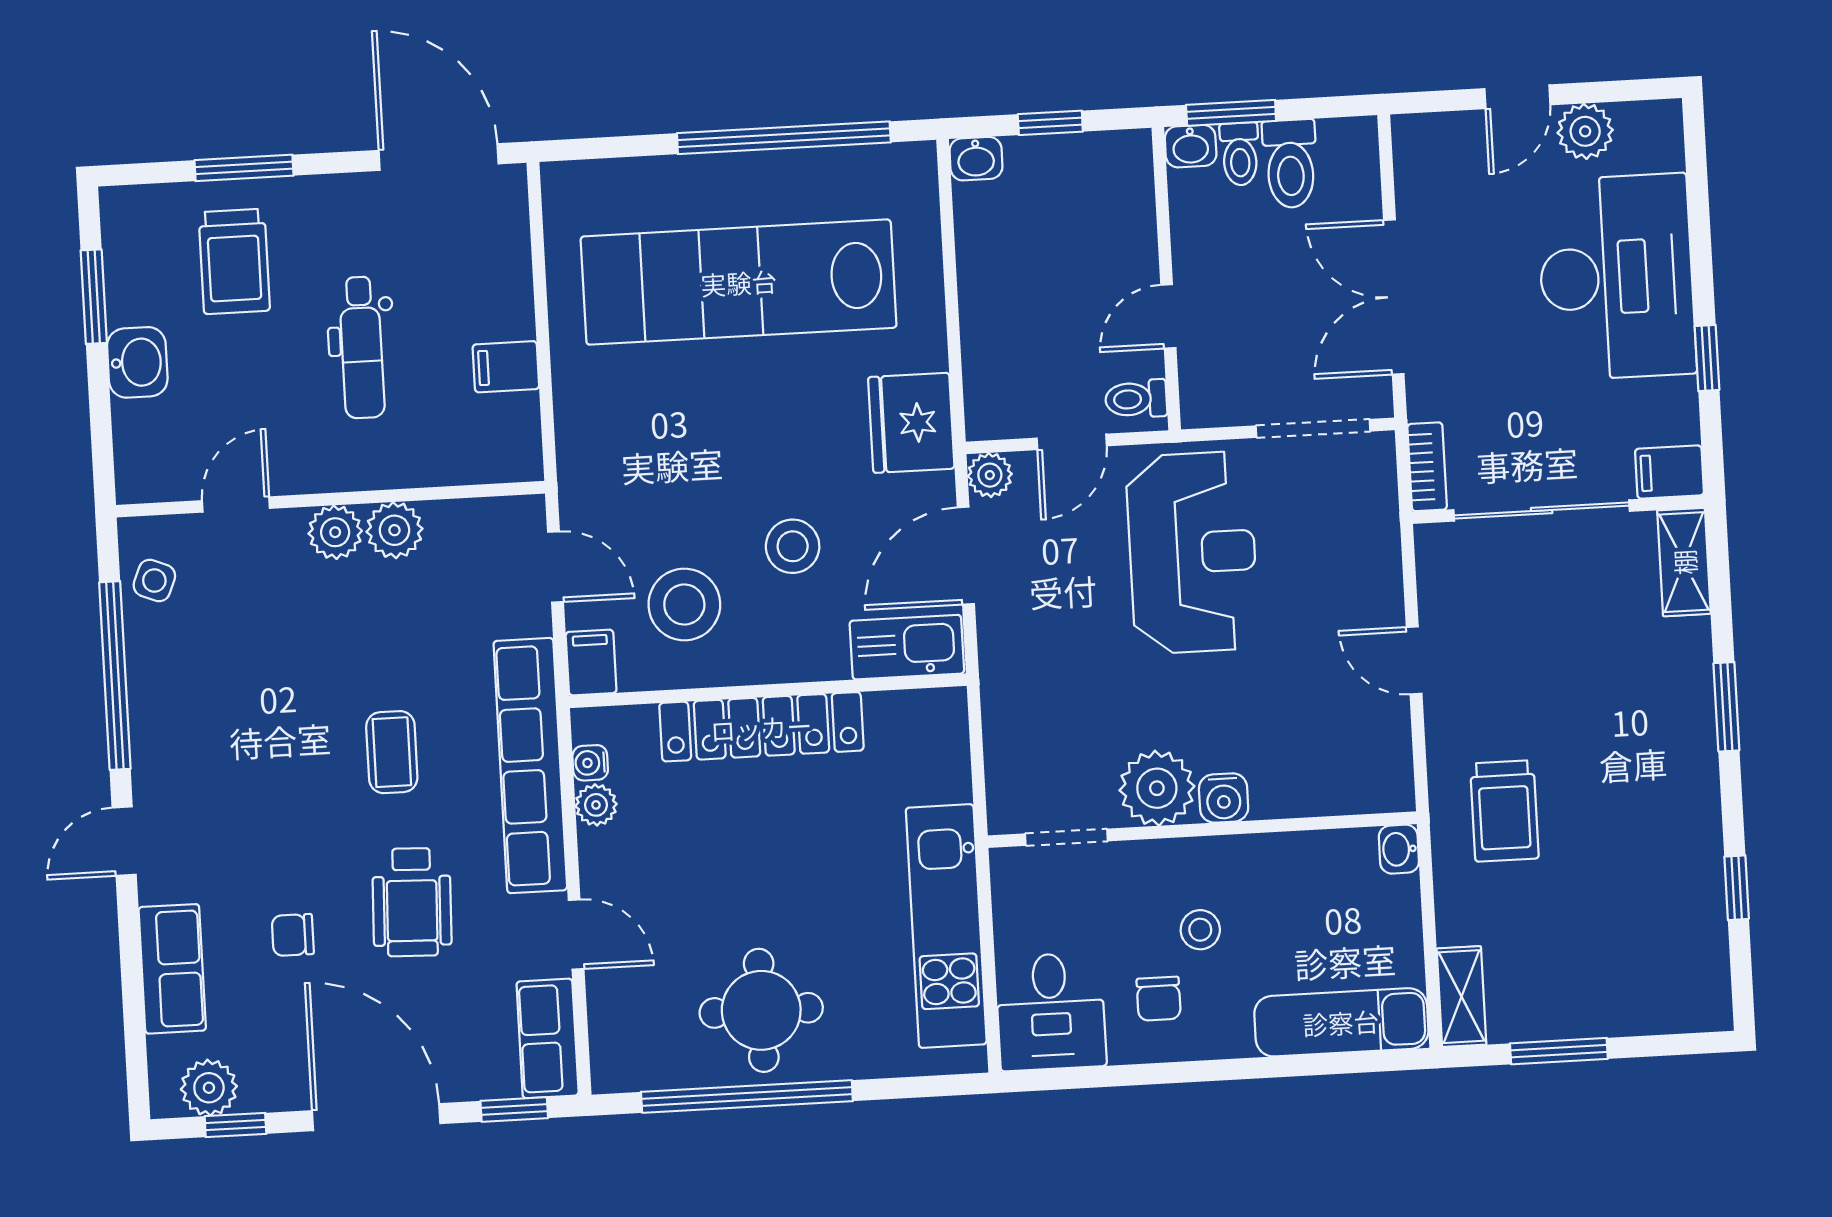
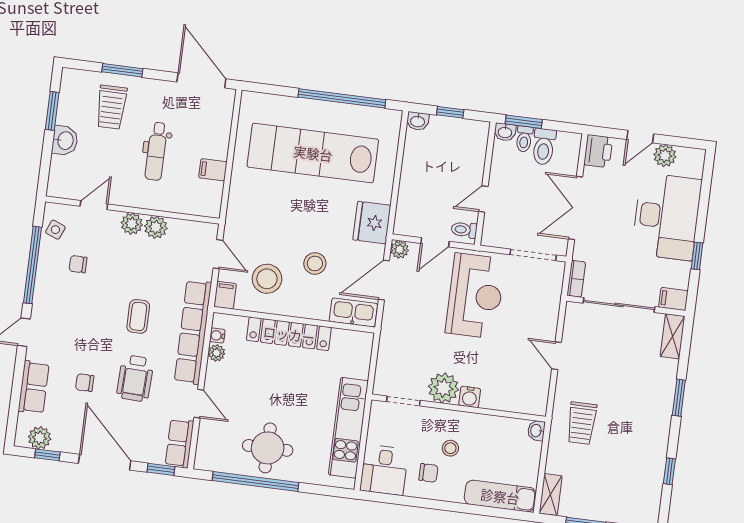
printer: (1423, 150) -> (598, 151), added
chair: (224, 653) -> (78, 264), added
chair: (1159, 999) -> (428, 473), turned -90

